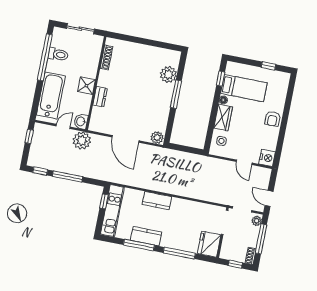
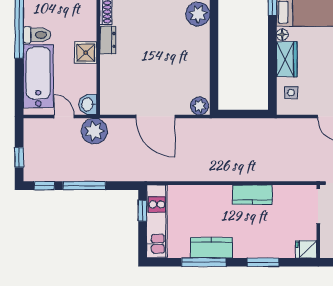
toilet: (58, 54) -> (37, 35), moved
window: (176, 94) -> (214, 40), removed
dresser: (100, 97) -> (108, 40), moved
door: (63, 126) -> (64, 116), hinge flipped
window: (29, 136) -> (19, 157), moved
kitchen counter: (157, 201) -> (252, 195), moved
fridge: (209, 244) -> (306, 249), width x0.53, depth x0.75
window: (179, 253) -> (263, 262), width x0.69

